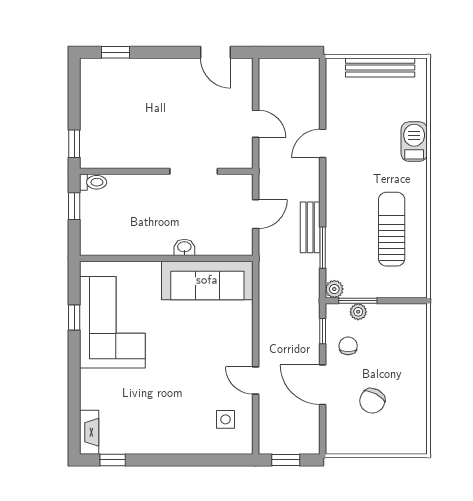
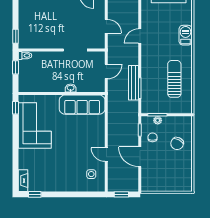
bench: (310, 227) -> (134, 83), width x1.36
plant: (334, 289) -> (146, 109), removed
window: (74, 318) -> (16, 108), moved
chair: (372, 401) -> (177, 143), moved

